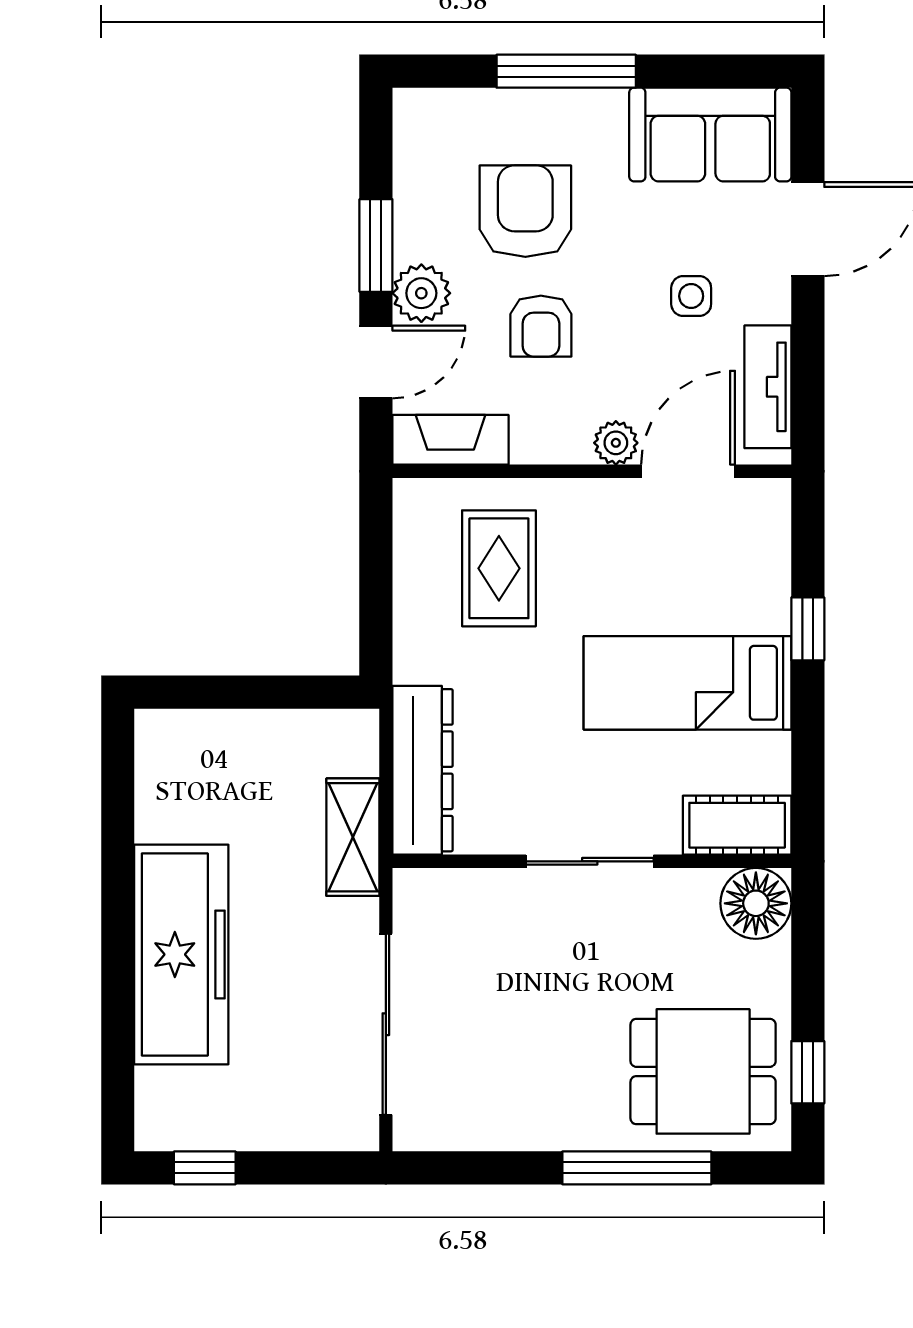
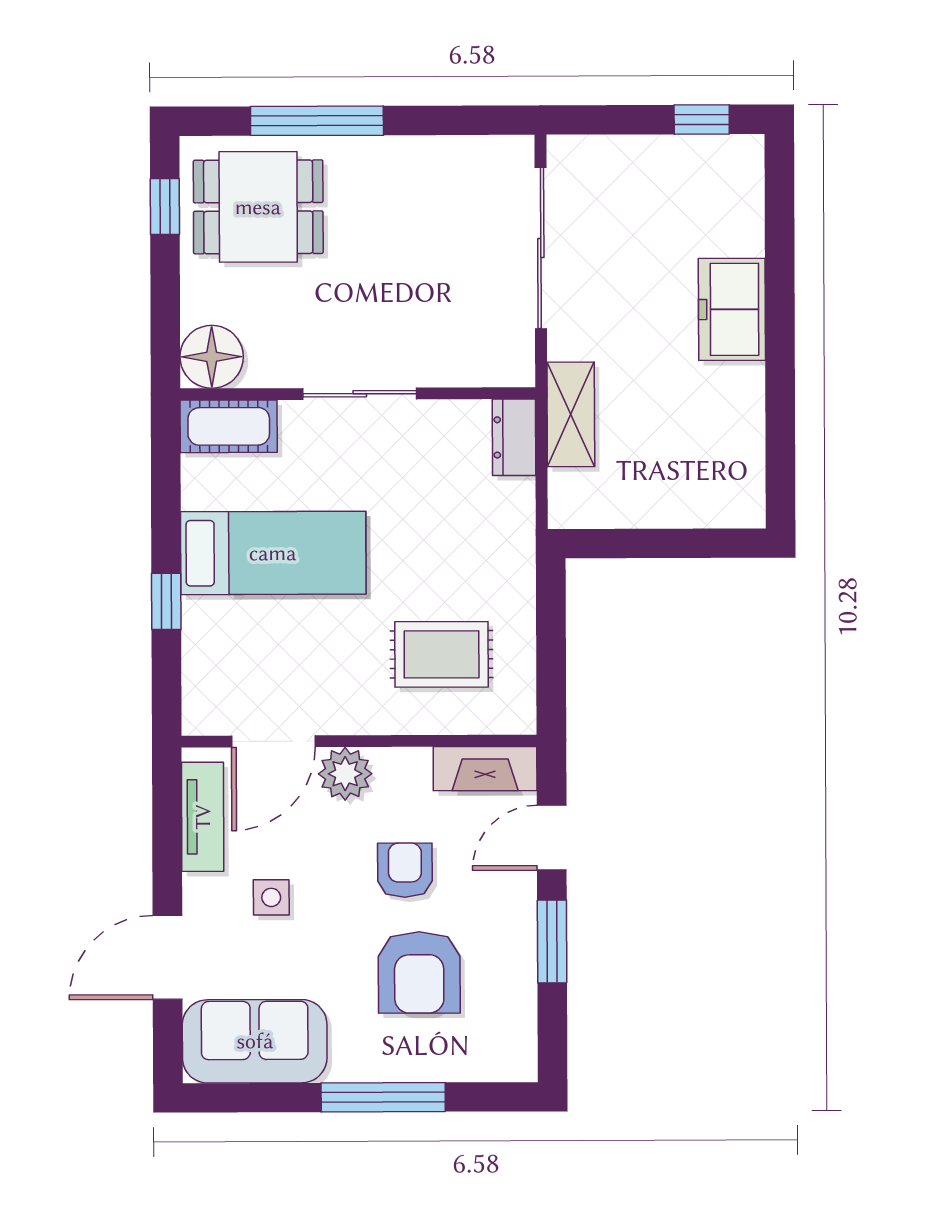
plant: (421, 293) -> (512, 899), removed
plant: (616, 443) -> (345, 774), width x1.38, depth x1.38
rug: (499, 568) -> (442, 654), turned 90
dresser: (423, 770) -> (514, 437), width x0.51, depth x0.80
freezer: (181, 954) -> (732, 309), width x0.52, depth x0.79

